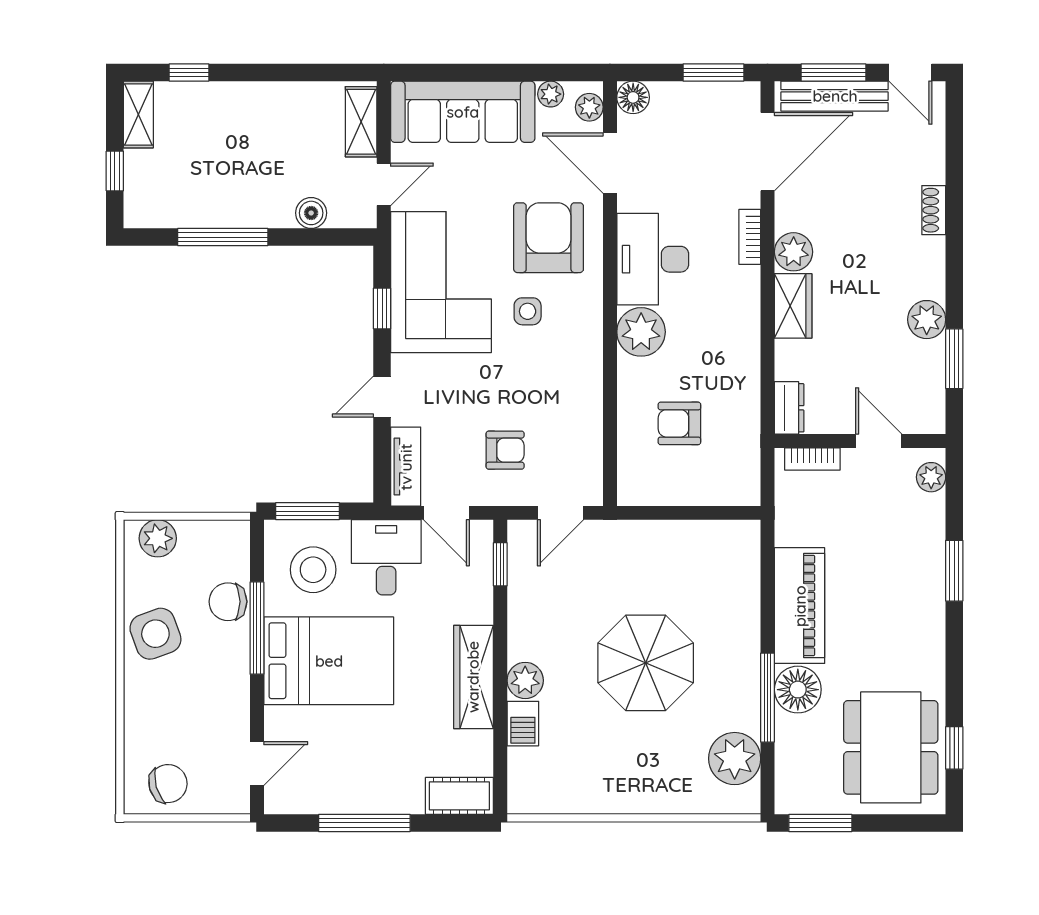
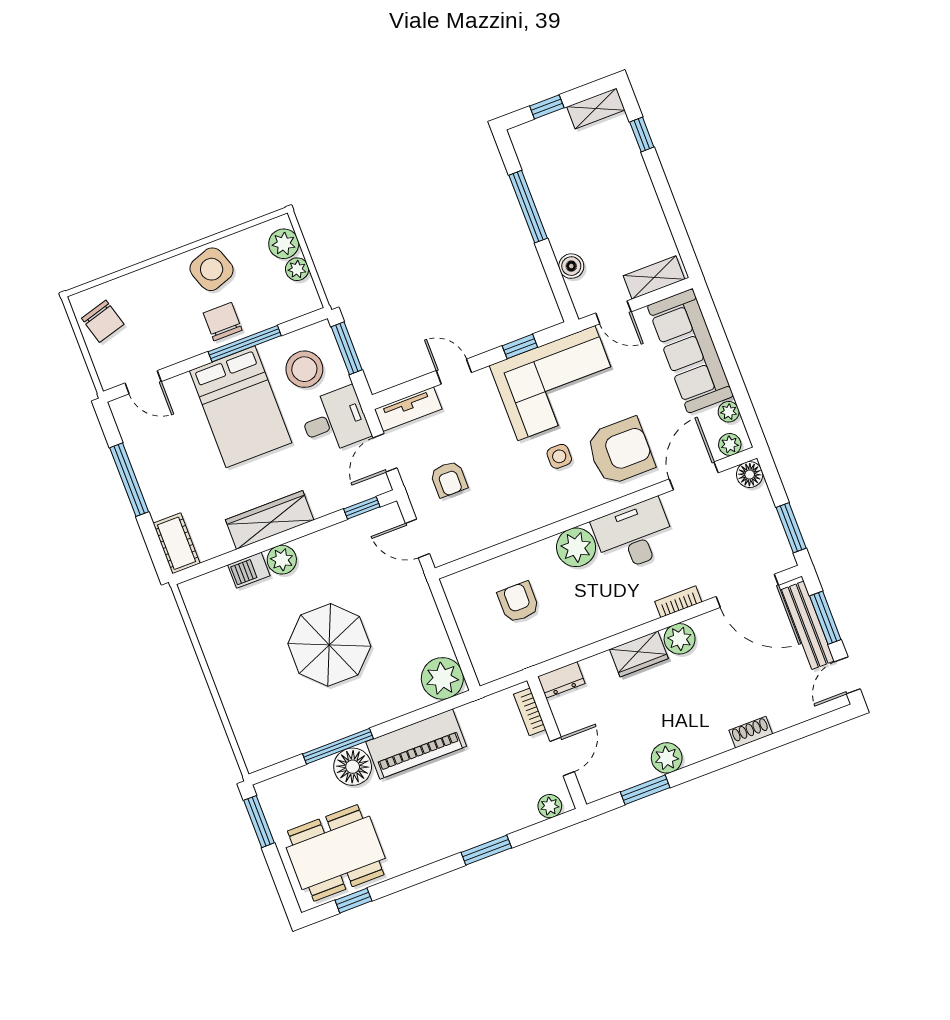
plant: (193, 534) -> (297, 269), added
chair: (228, 602) -> (223, 322), moved
plant: (735, 759) -> (442, 678), moved

